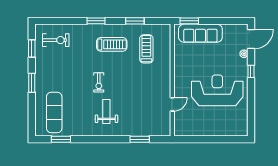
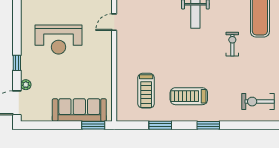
exercise bike: (99, 82) -> (232, 44), moved
reception desk: (217, 90) -> (59, 39), width x0.74, depth x0.77

